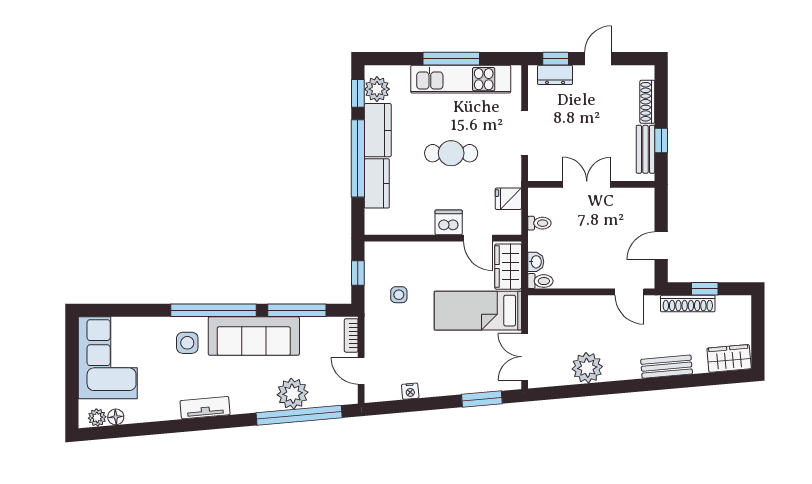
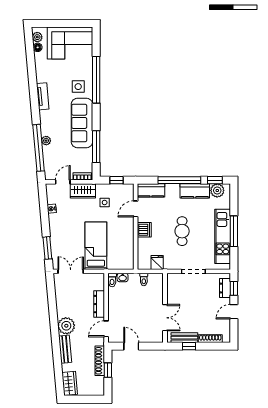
door: (598, 59) -> (234, 312), swing flipped
kitchen counter: (377, 183) -> (151, 190), moved
double door: (587, 184) -> (165, 318), moved
door: (478, 238) -> (136, 209), moved
wardrobe: (508, 267) -> (83, 191), moved, turned 180
dresser: (584, 305) -> (99, 304), added
window: (214, 310) -> (96, 80), moved
plant: (587, 368) -> (66, 326), moved
plant: (293, 394) -> (46, 141), width x0.53, depth x0.53

